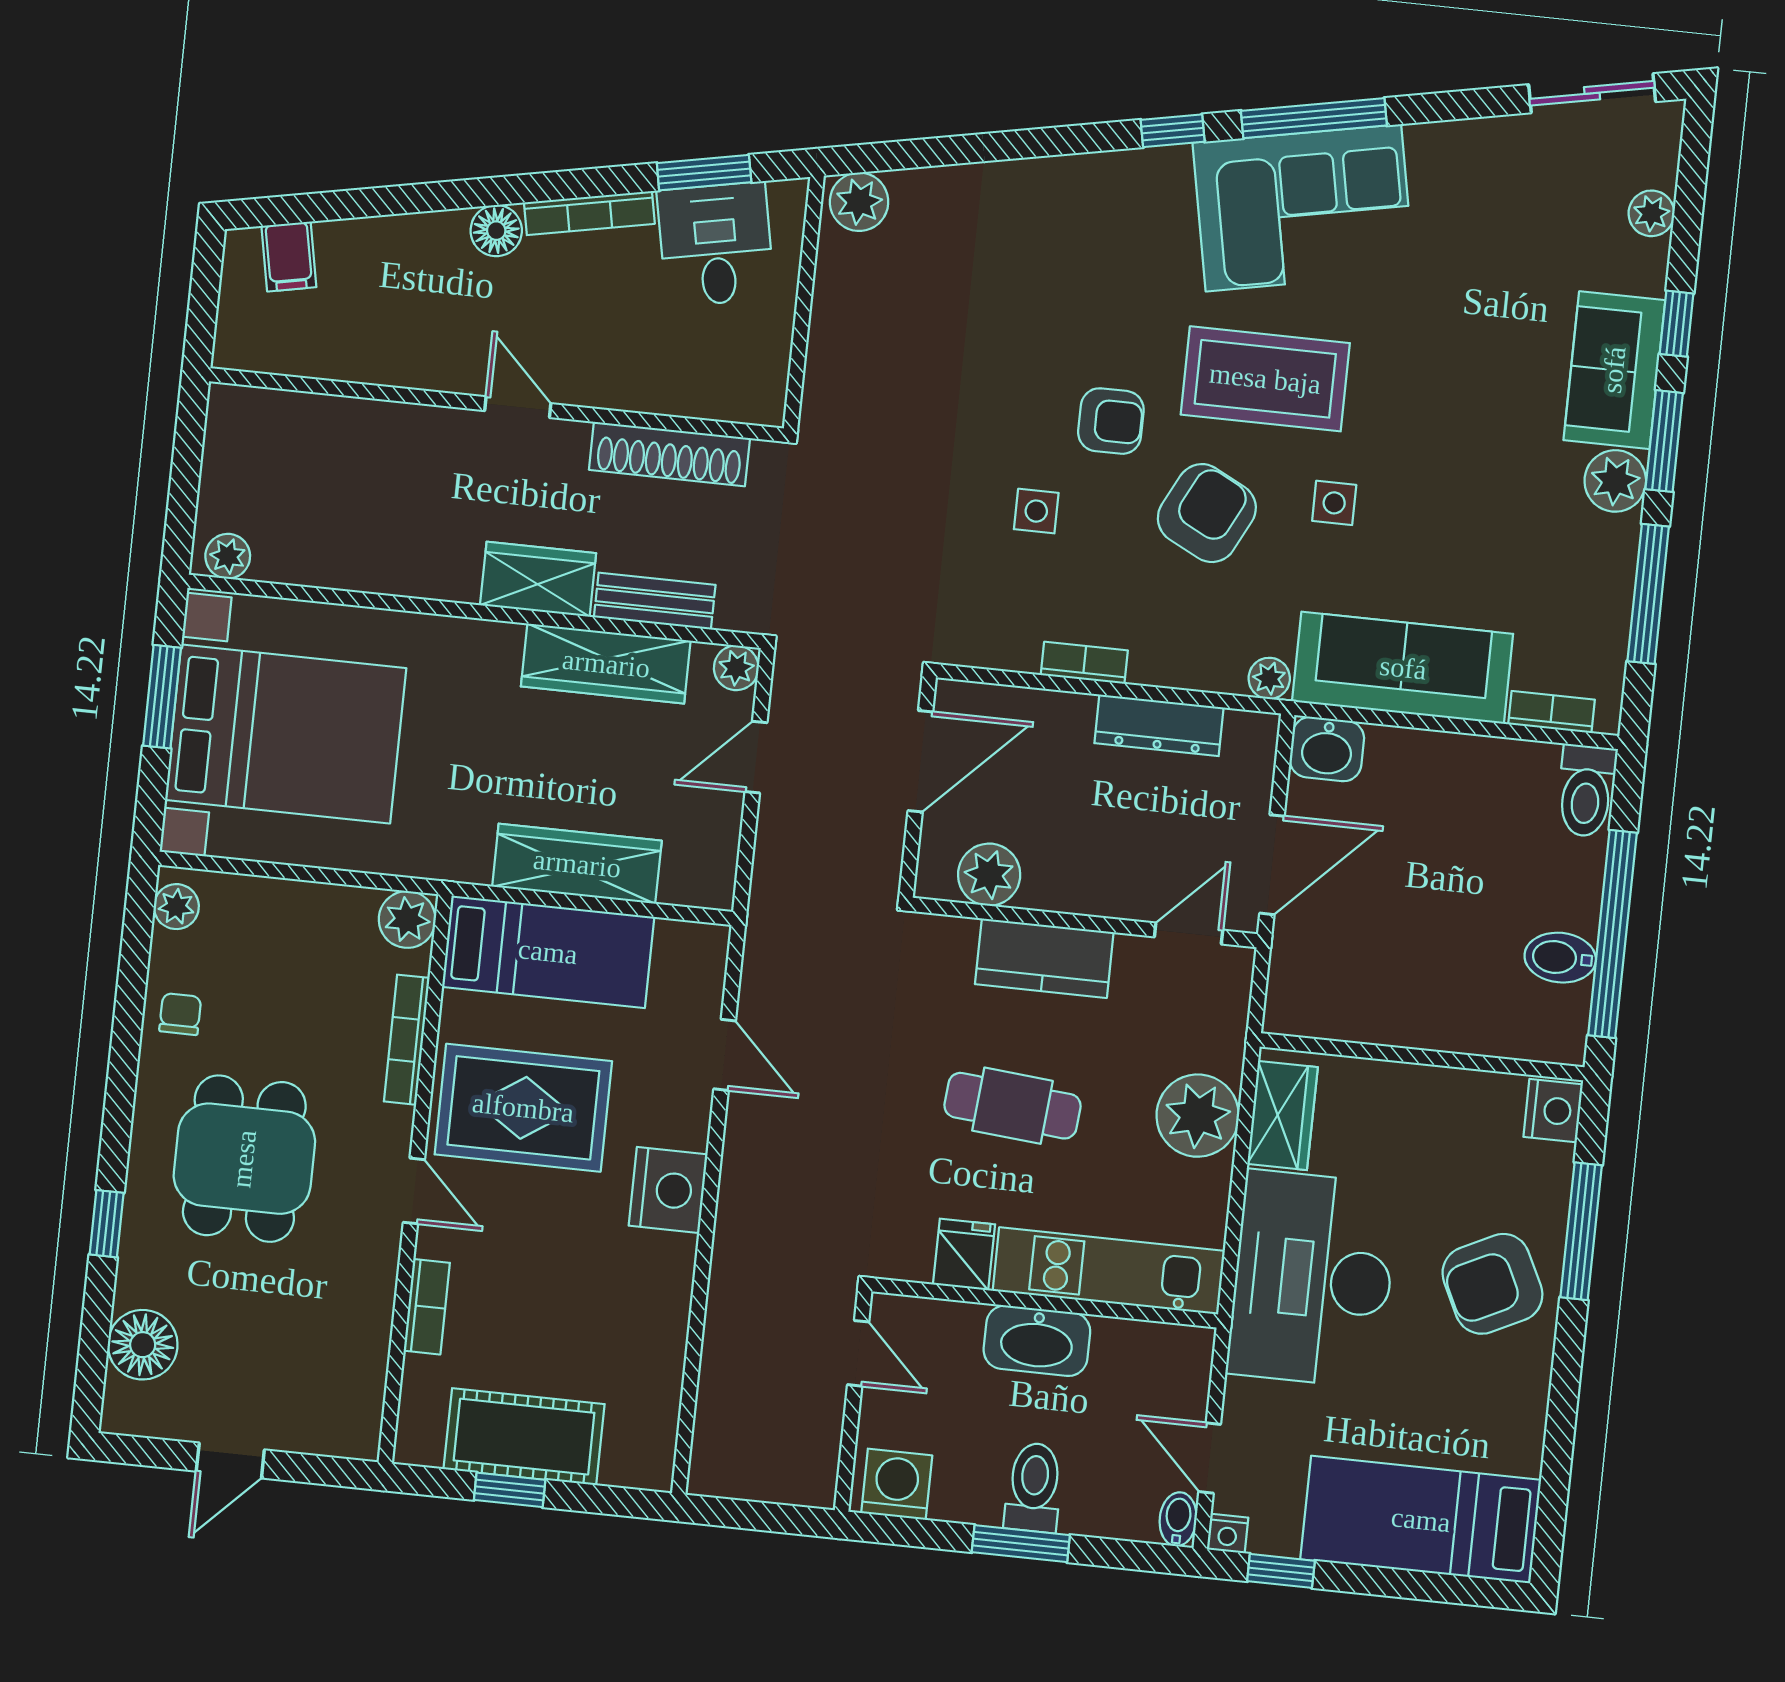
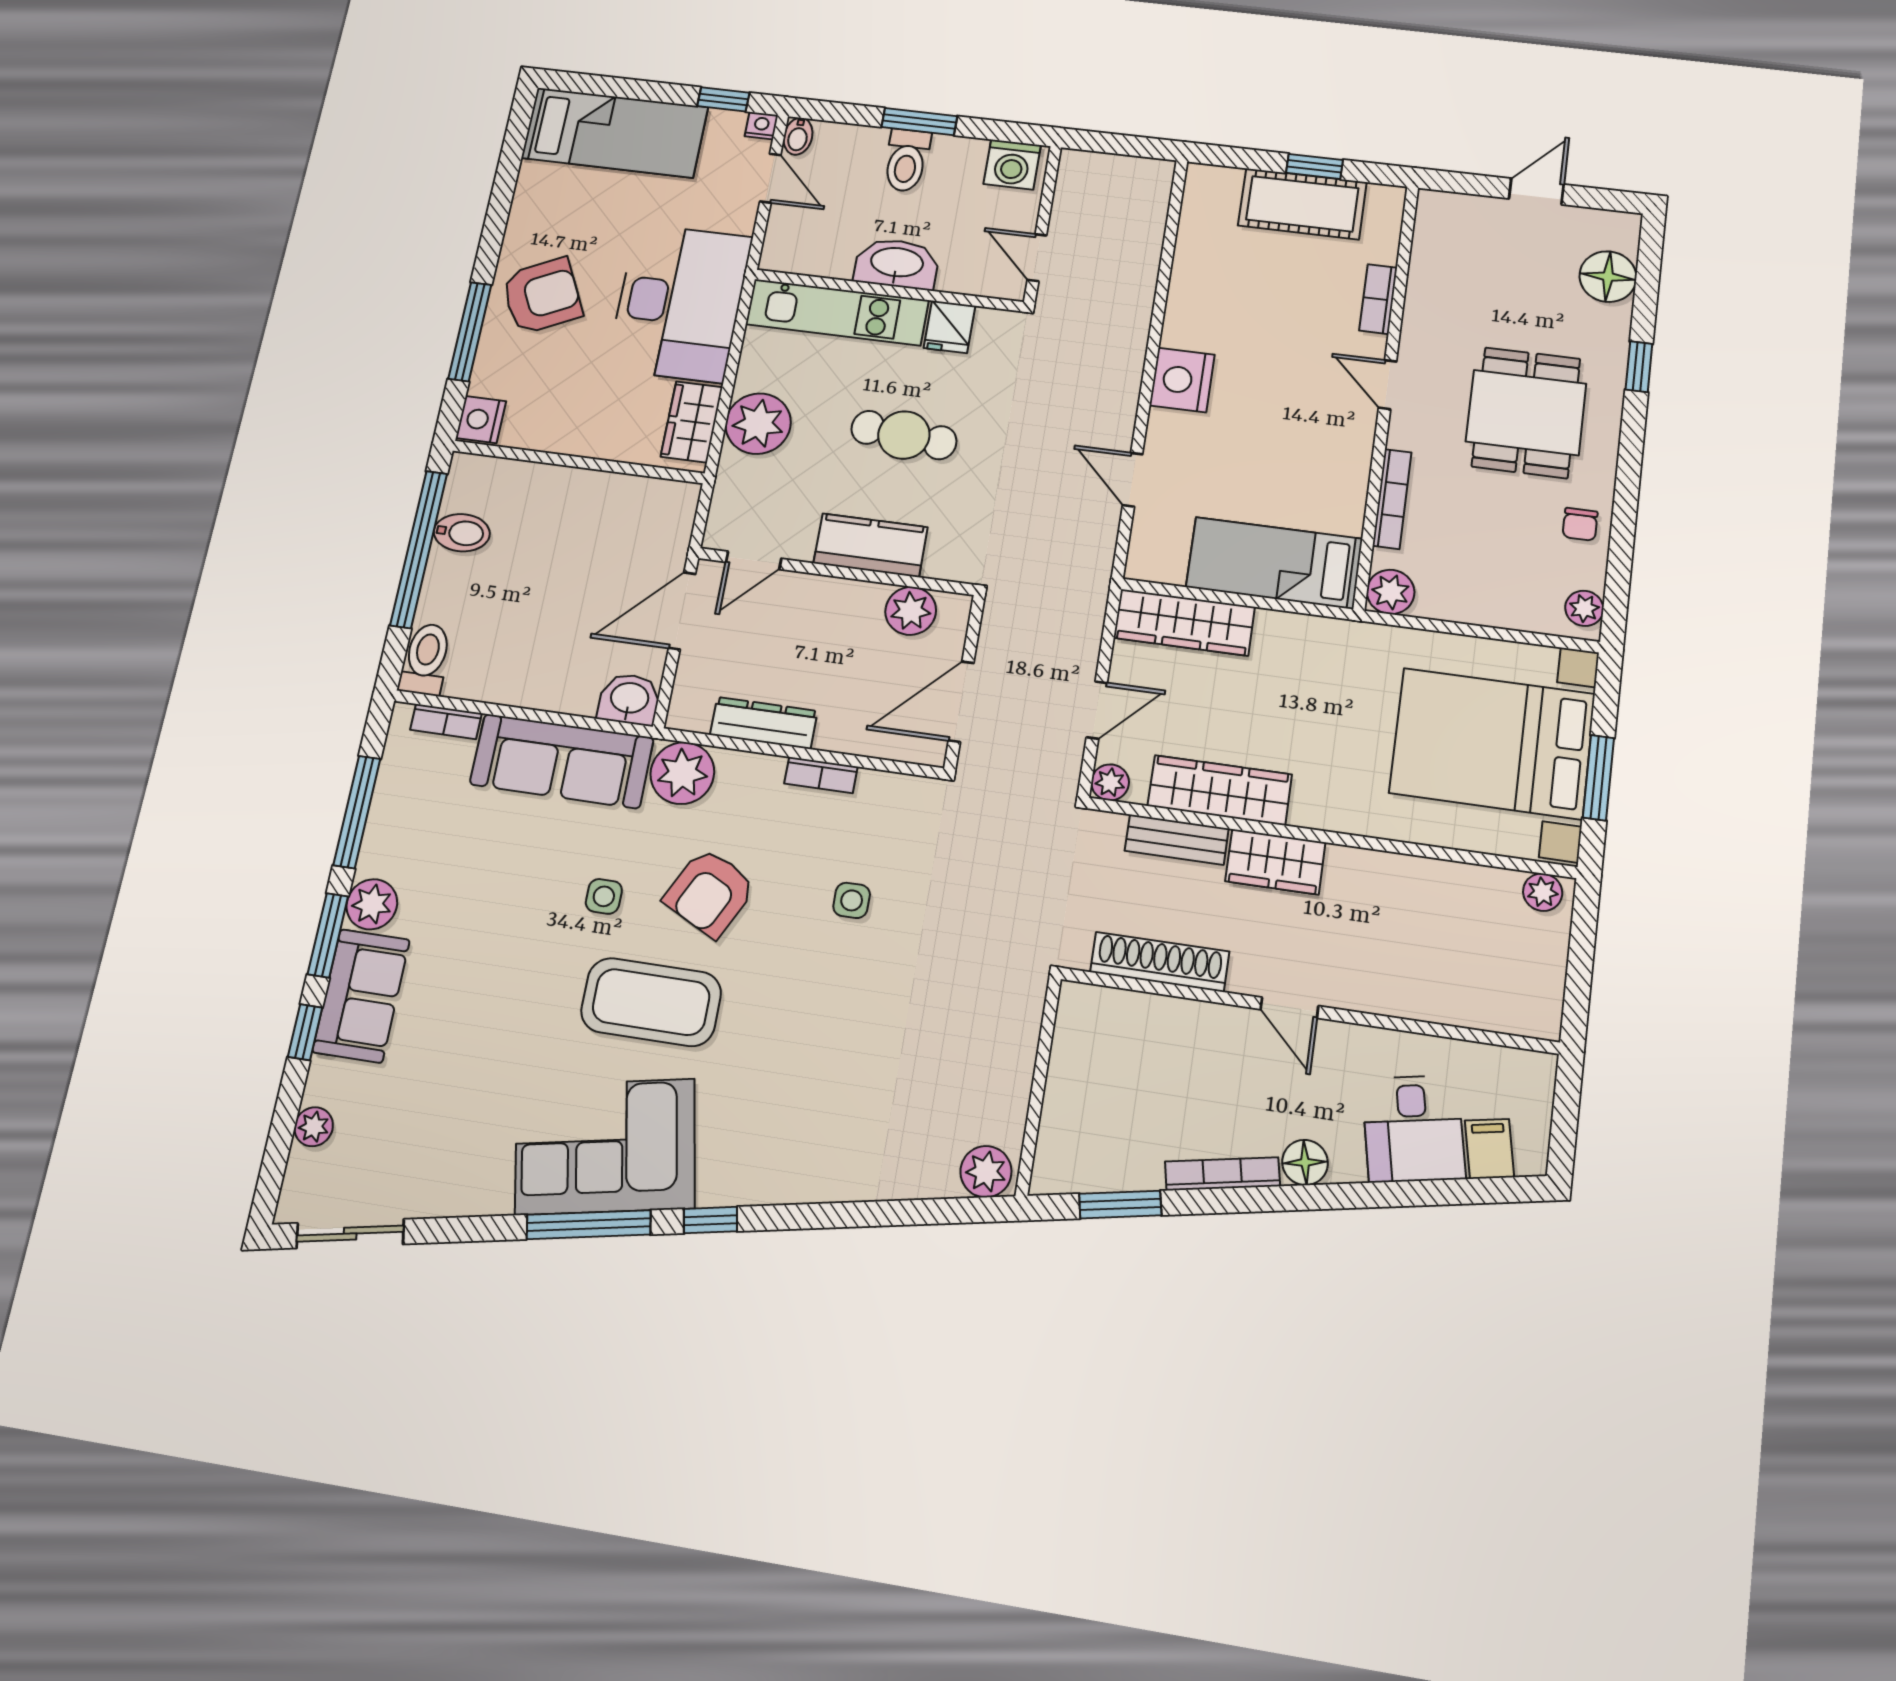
desk: (716, 244) -> (1413, 1129), moved
armchair: (1111, 421) -> (783, 973), removed
plant: (1269, 678) -> (682, 773), width x1.88, depth x1.88
wardrobe: (577, 864) -> (1184, 622), moved
rug: (523, 1108) -> (1297, 444), removed

